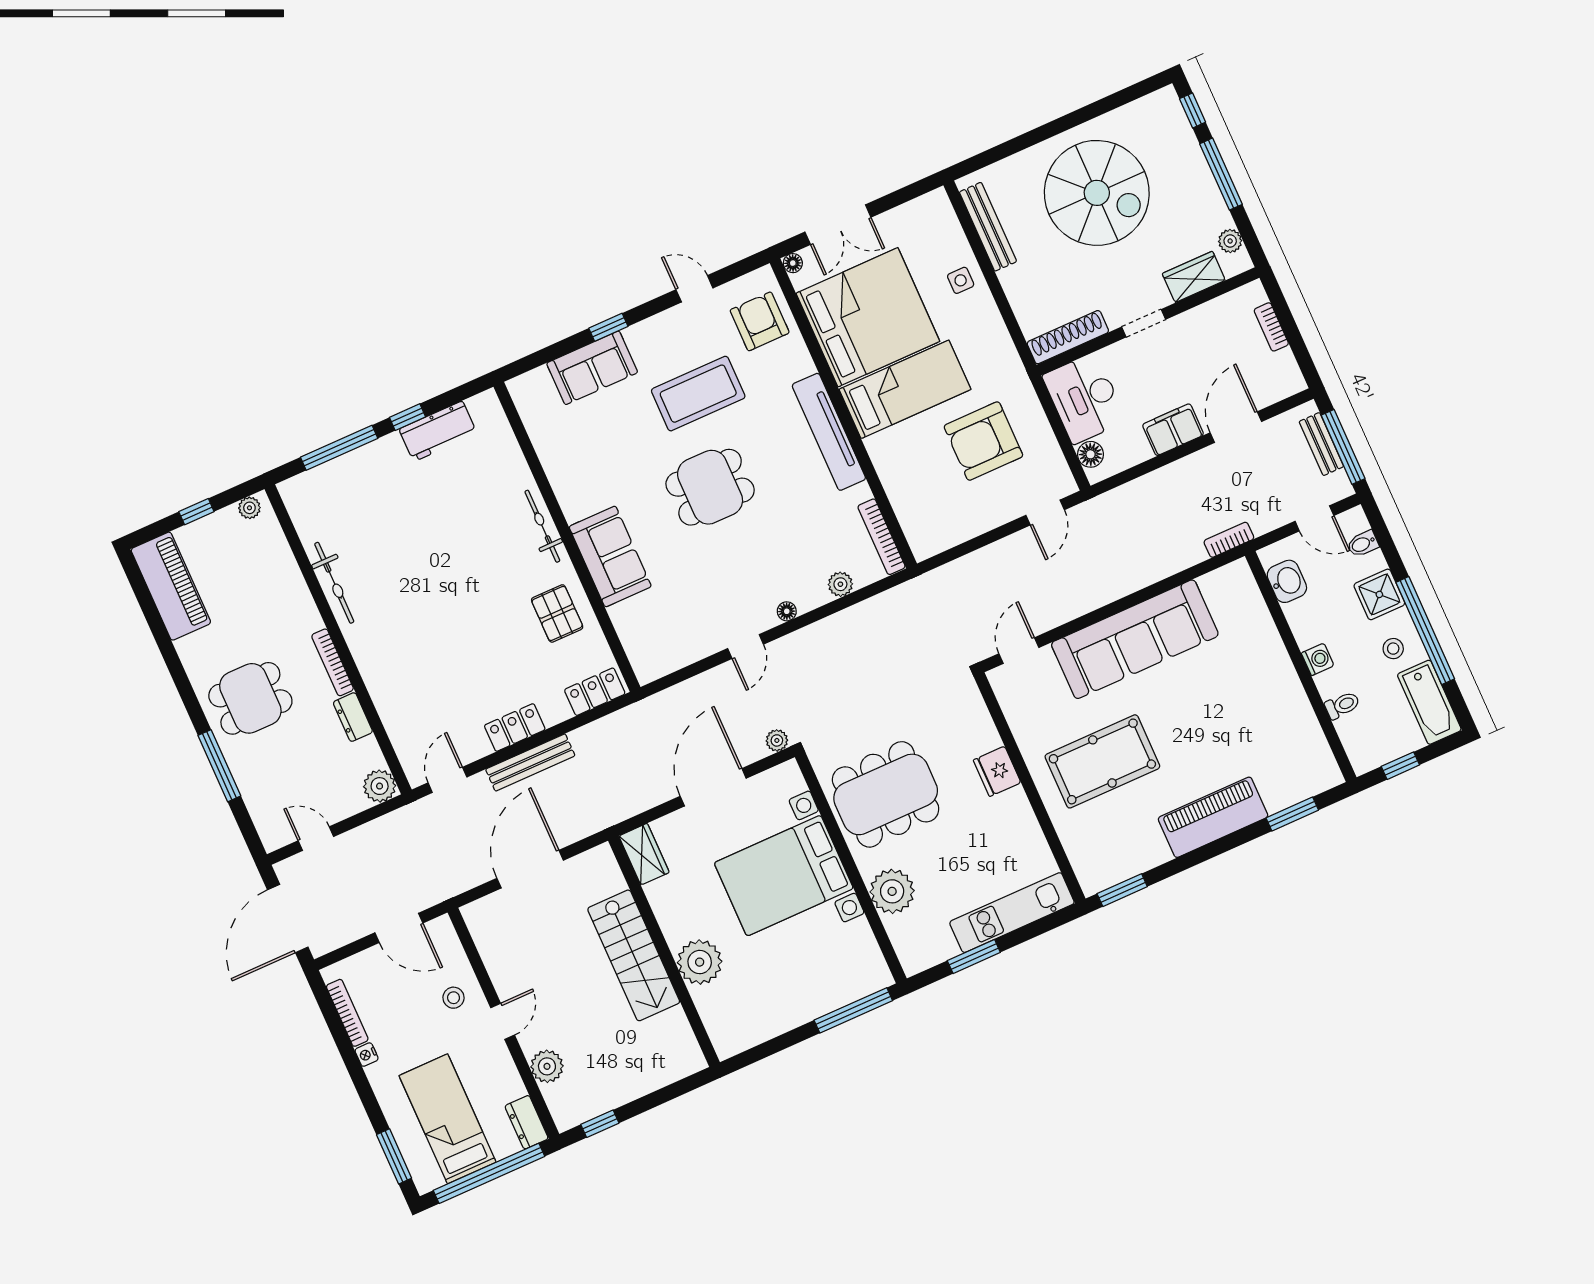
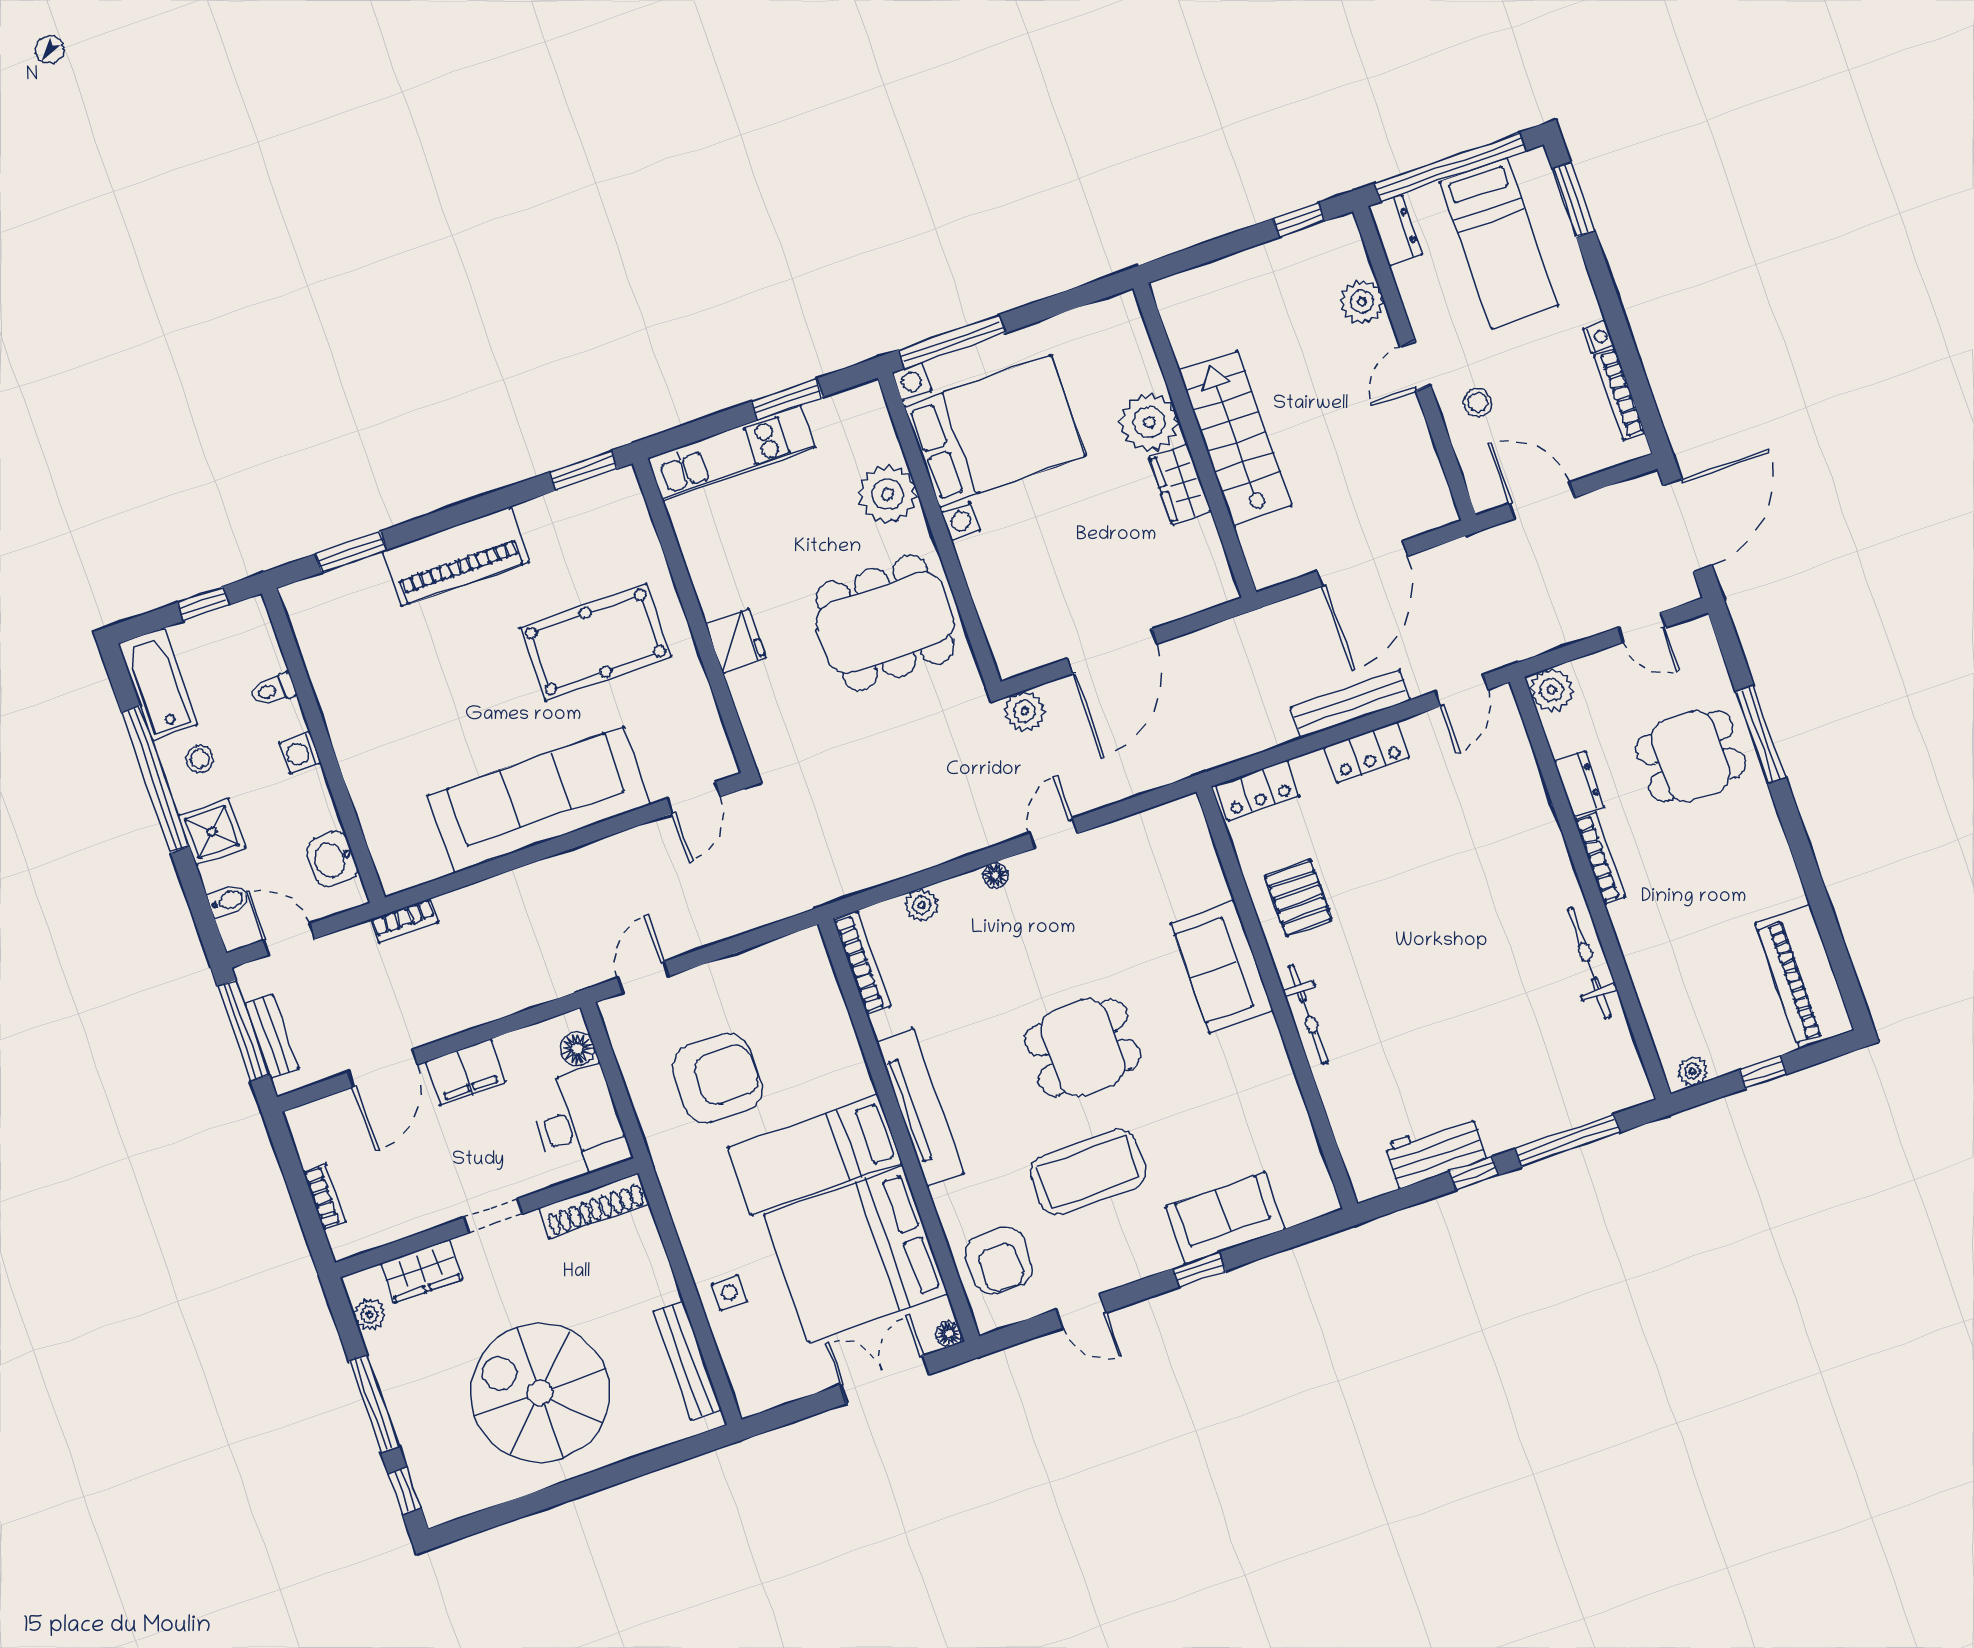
dining table: (250, 698) -> (1691, 756), moved
plant: (777, 740) -> (1024, 711), width x1.38, depth x1.38
wardrobe: (644, 854) -> (1180, 484), moved
bed with nightstands: (784, 876) -> (995, 431), moved

